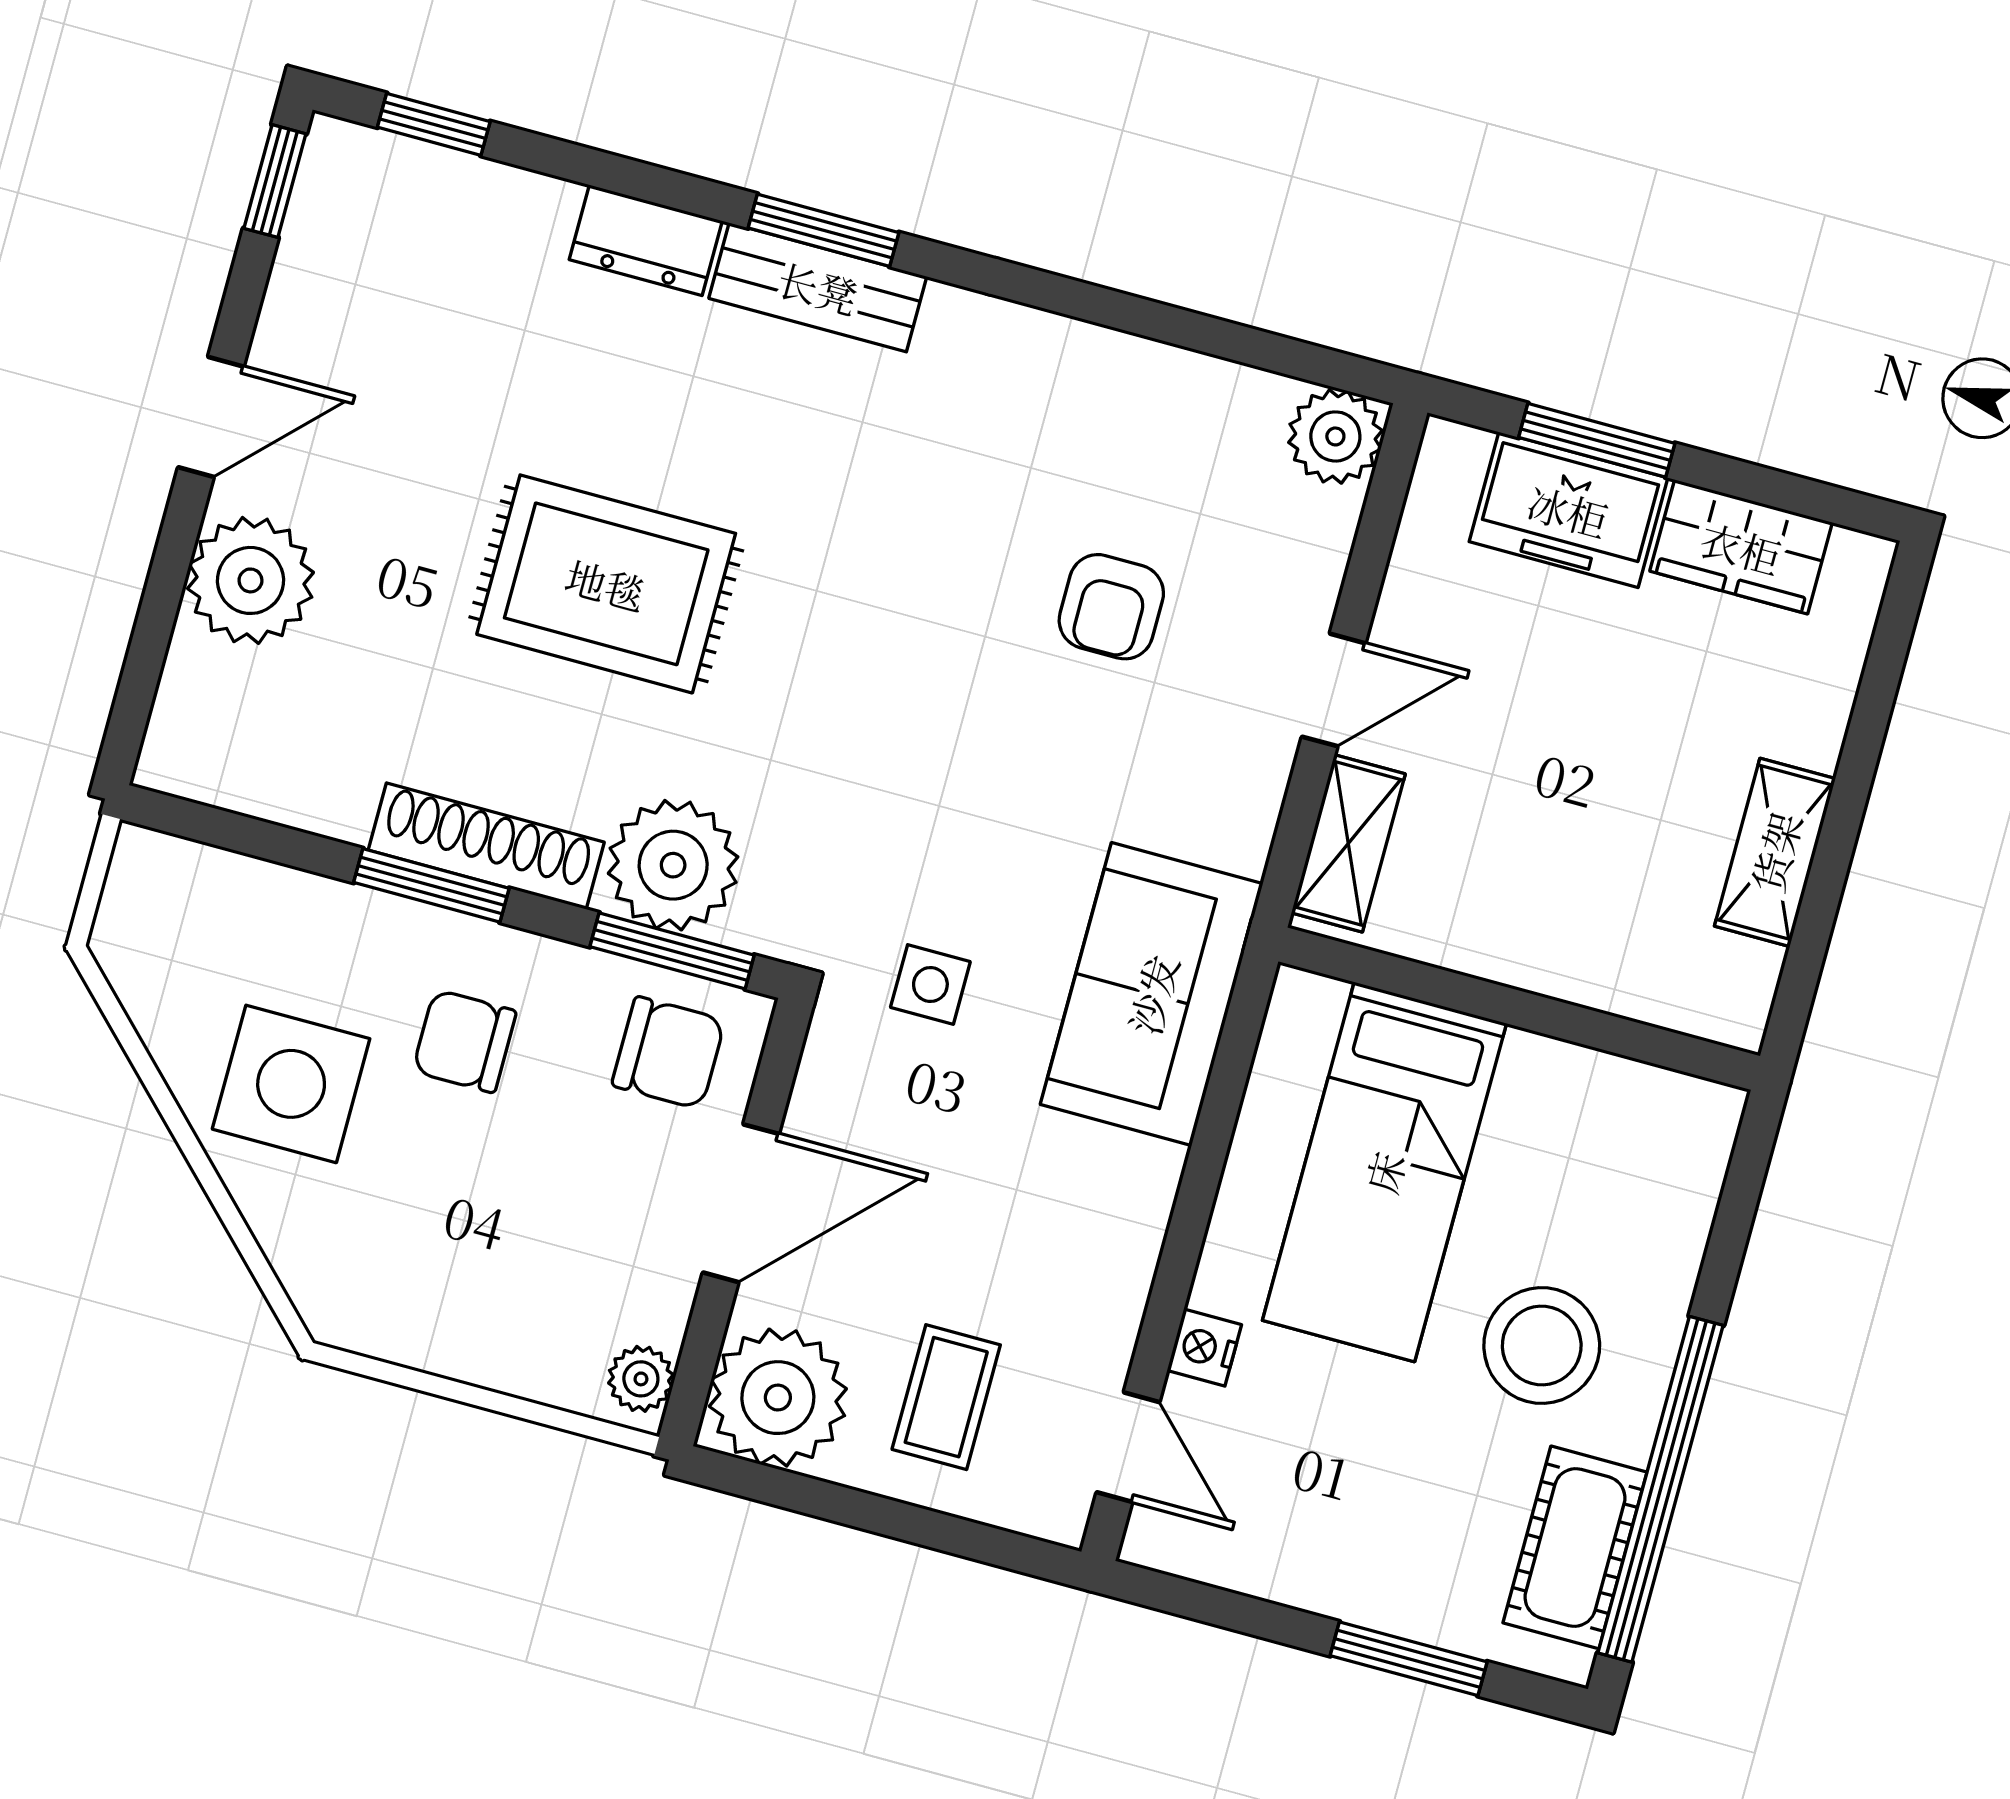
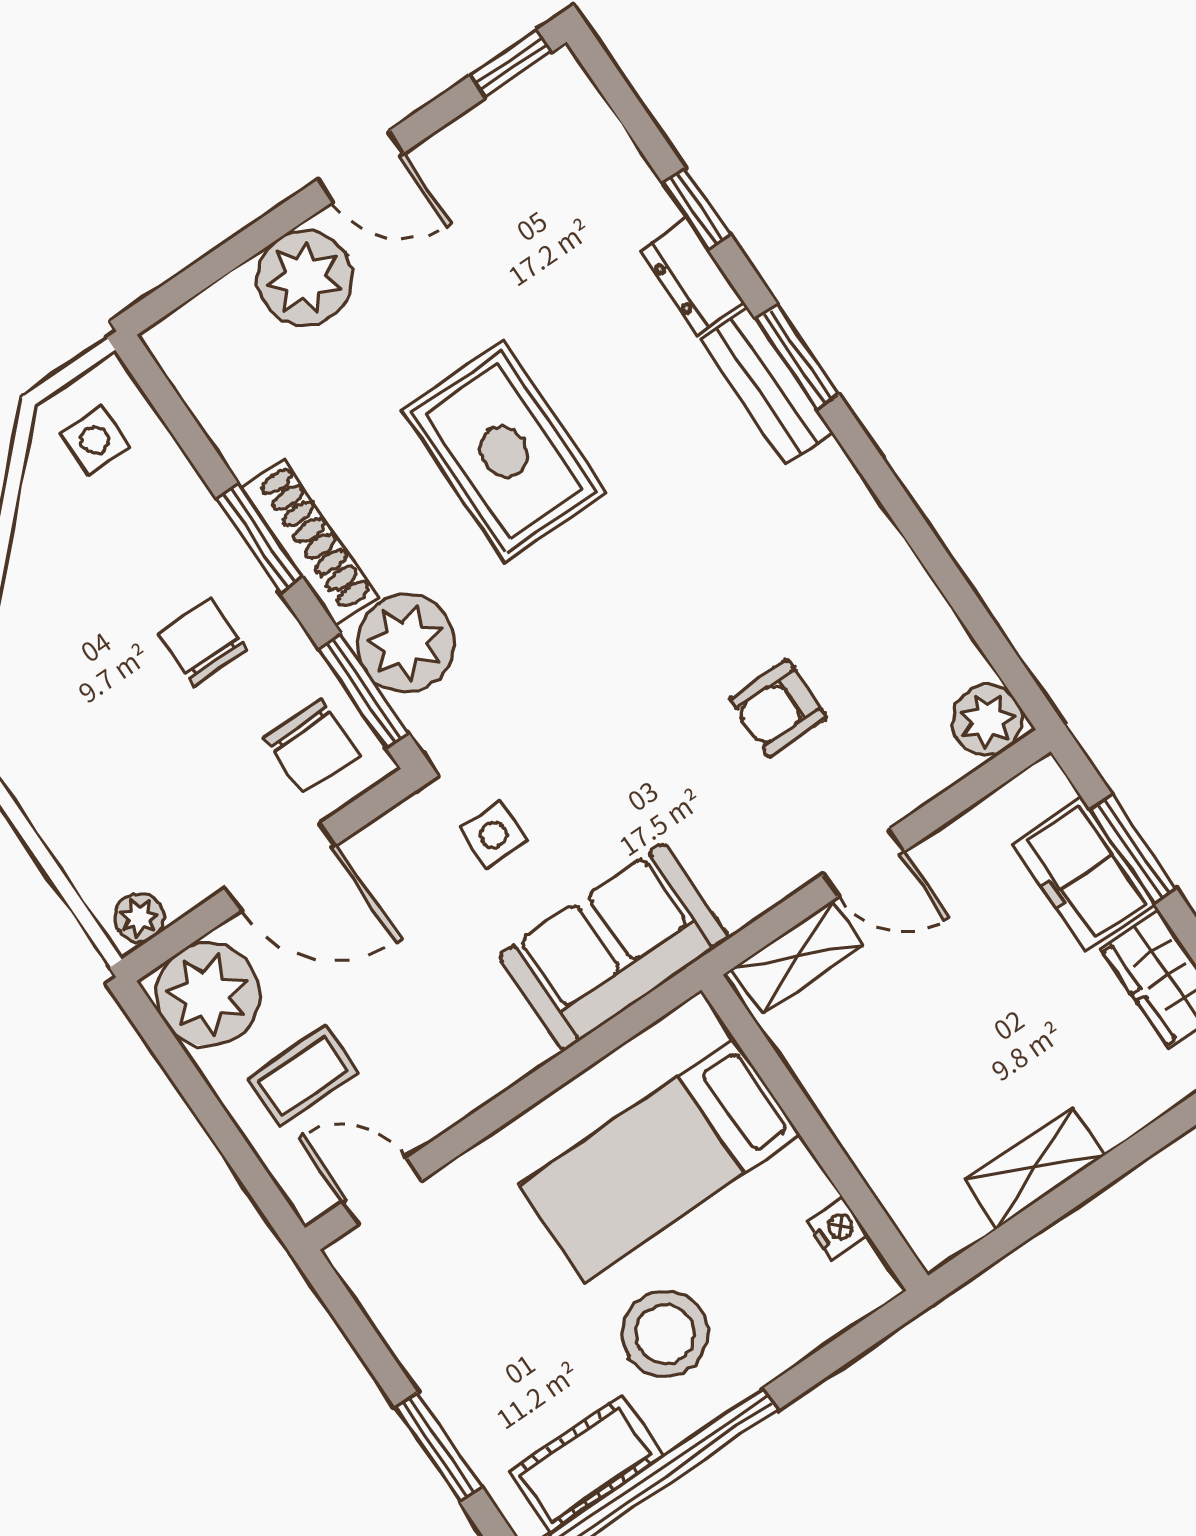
window: (434, 124) -> (696, 209), moved
side table: (291, 1084) -> (95, 440), moved, width x0.54, depth x0.54
nightstand: (1204, 1348) -> (837, 1228), moved, turned 90
door: (1128, 1447) -> (382, 1192), swing flipped

